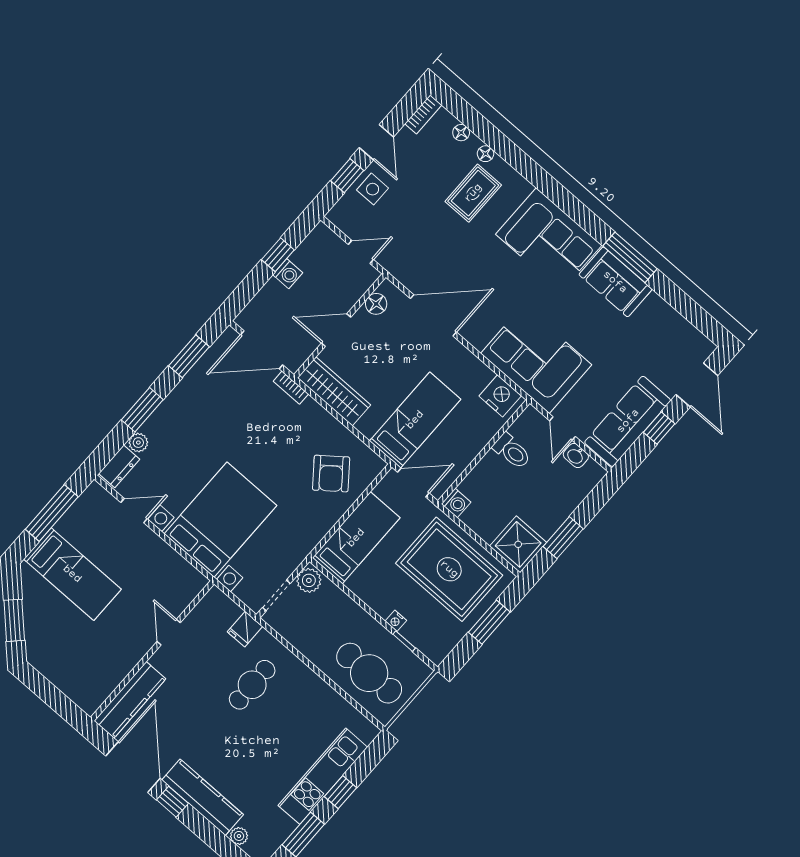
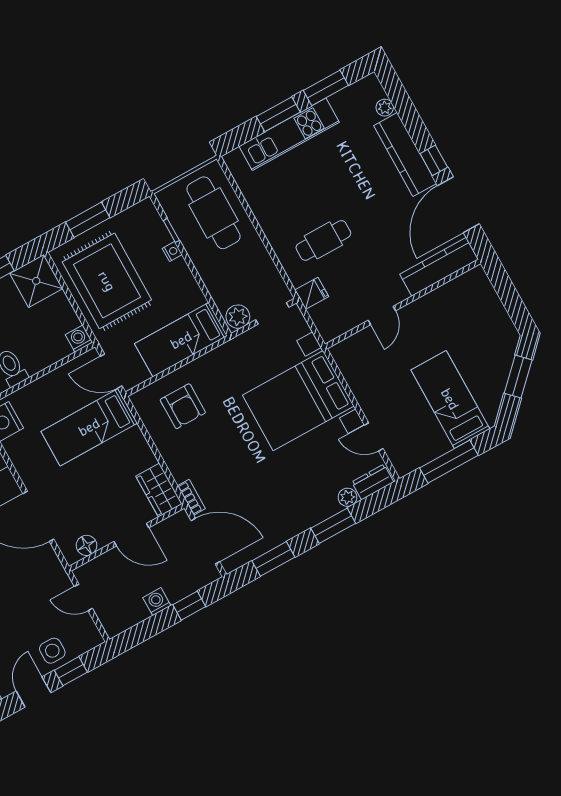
window: (278, 255) -> (189, 606), moved
wardrobe: (334, 391) -> (159, 490), width x0.67
armchair: (331, 474) -> (183, 406), turned 128
window: (340, 792) -> (278, 114), width x1.50

